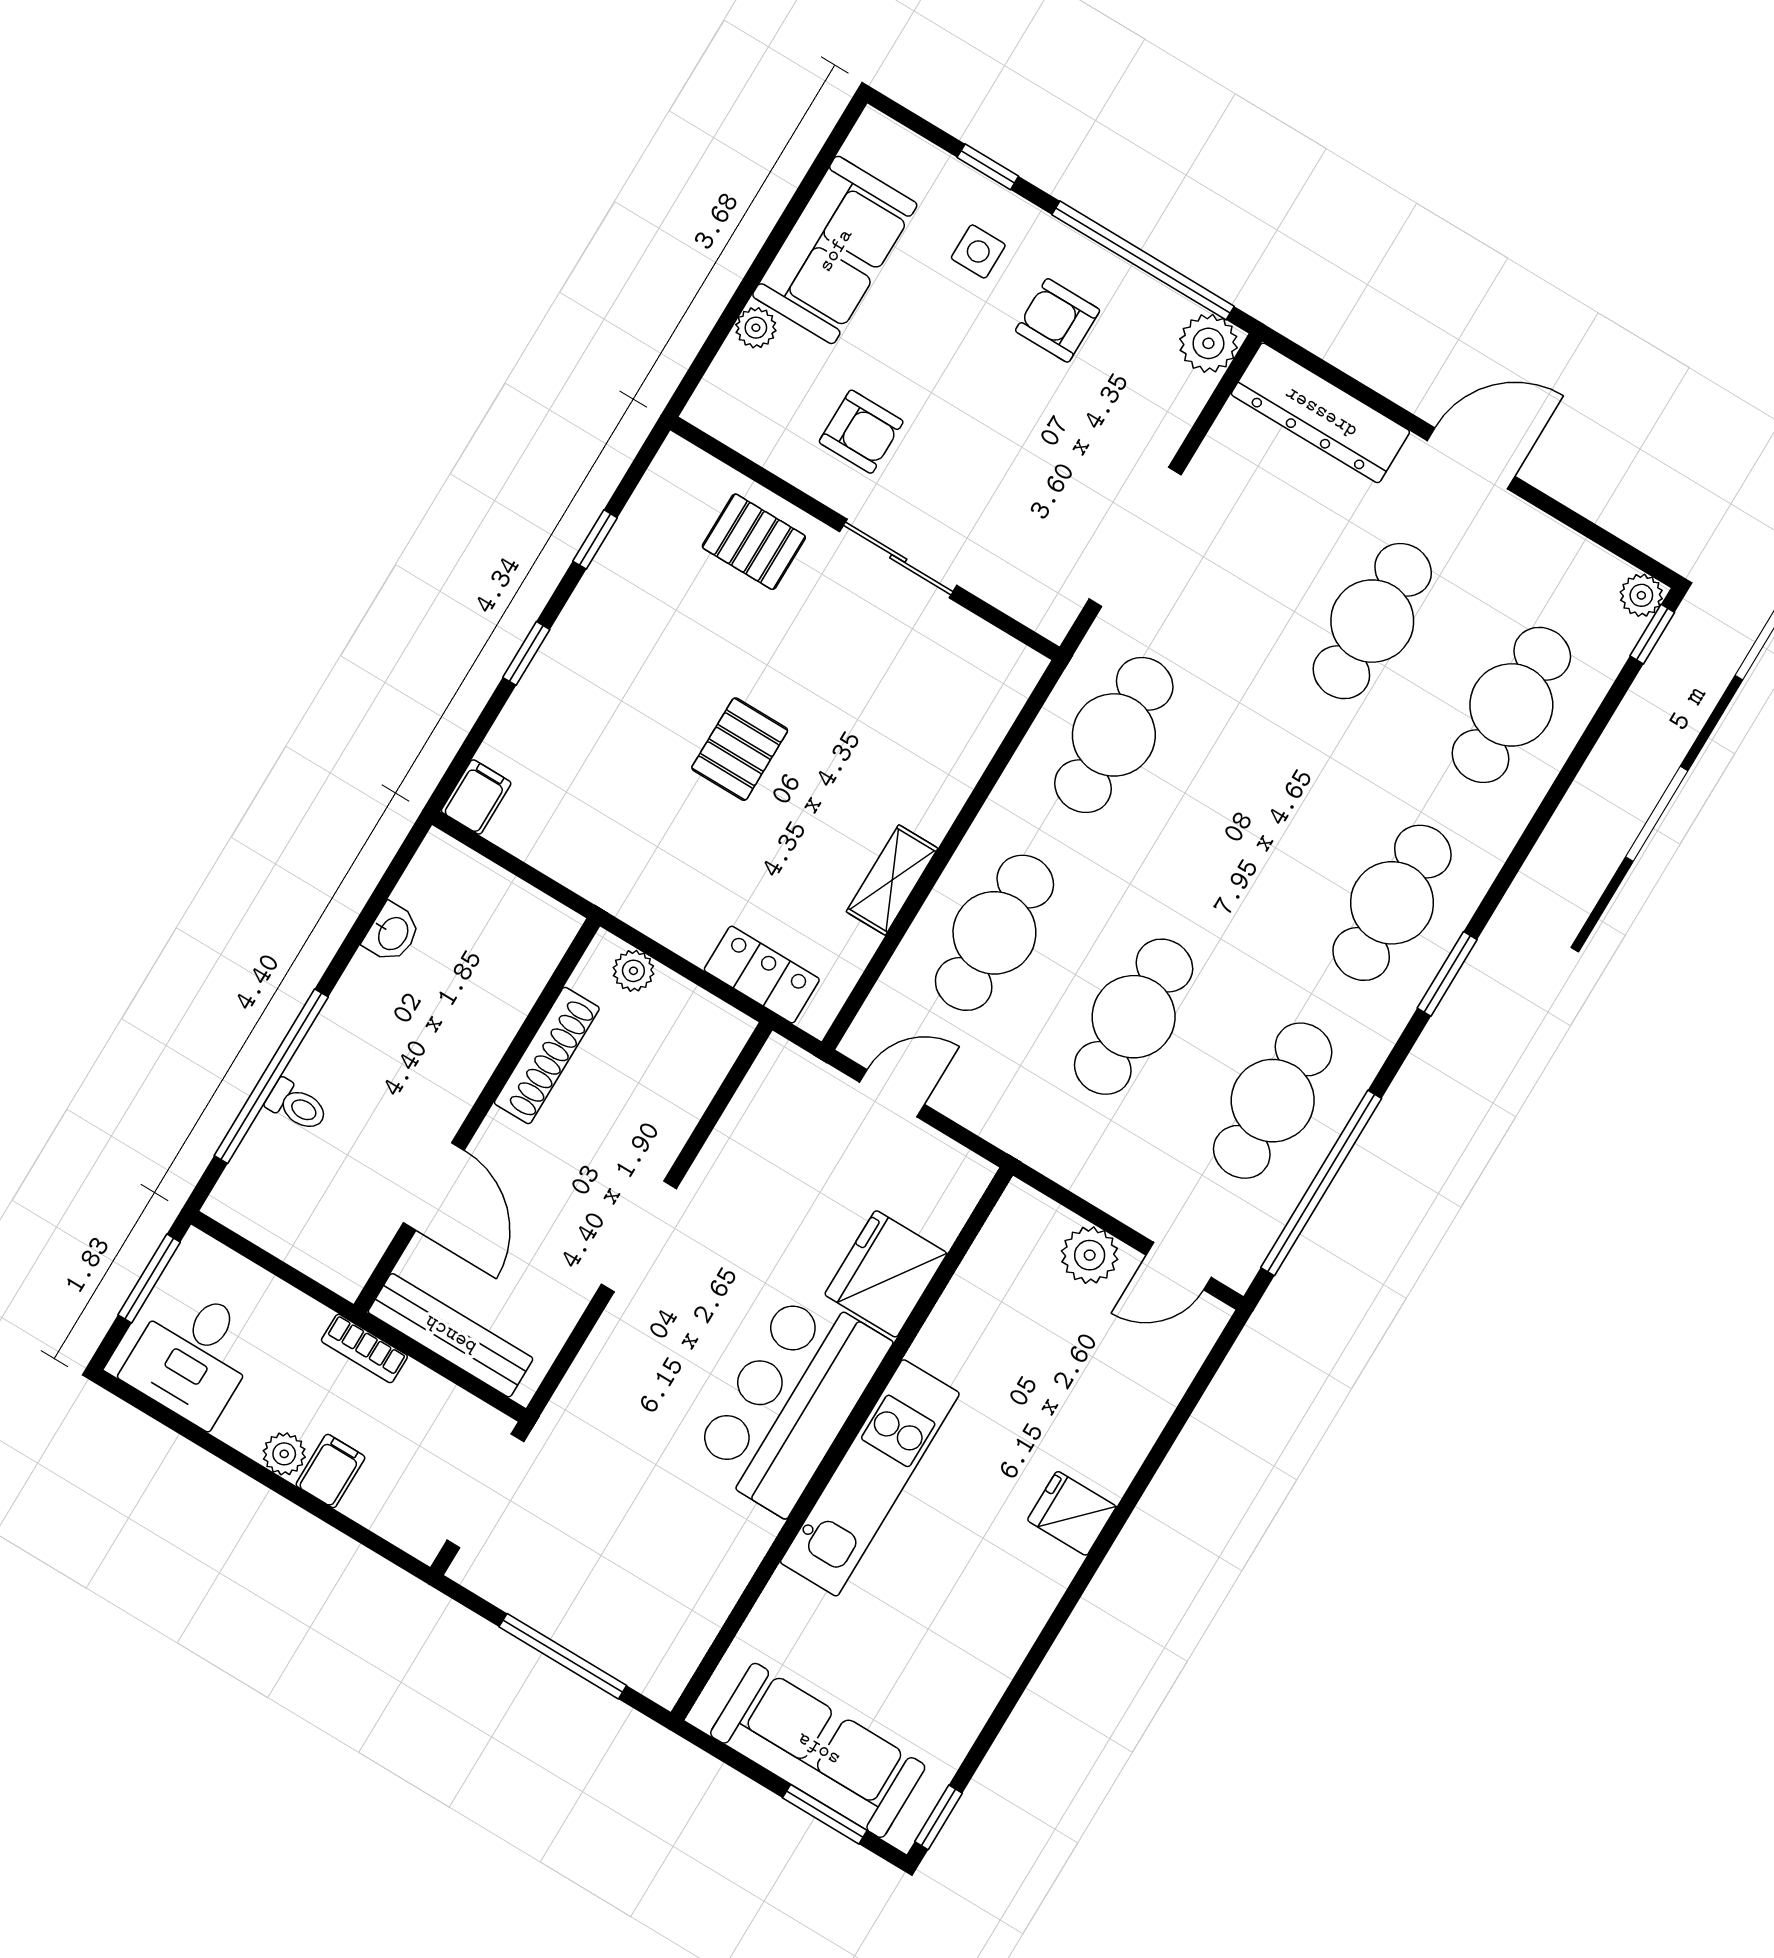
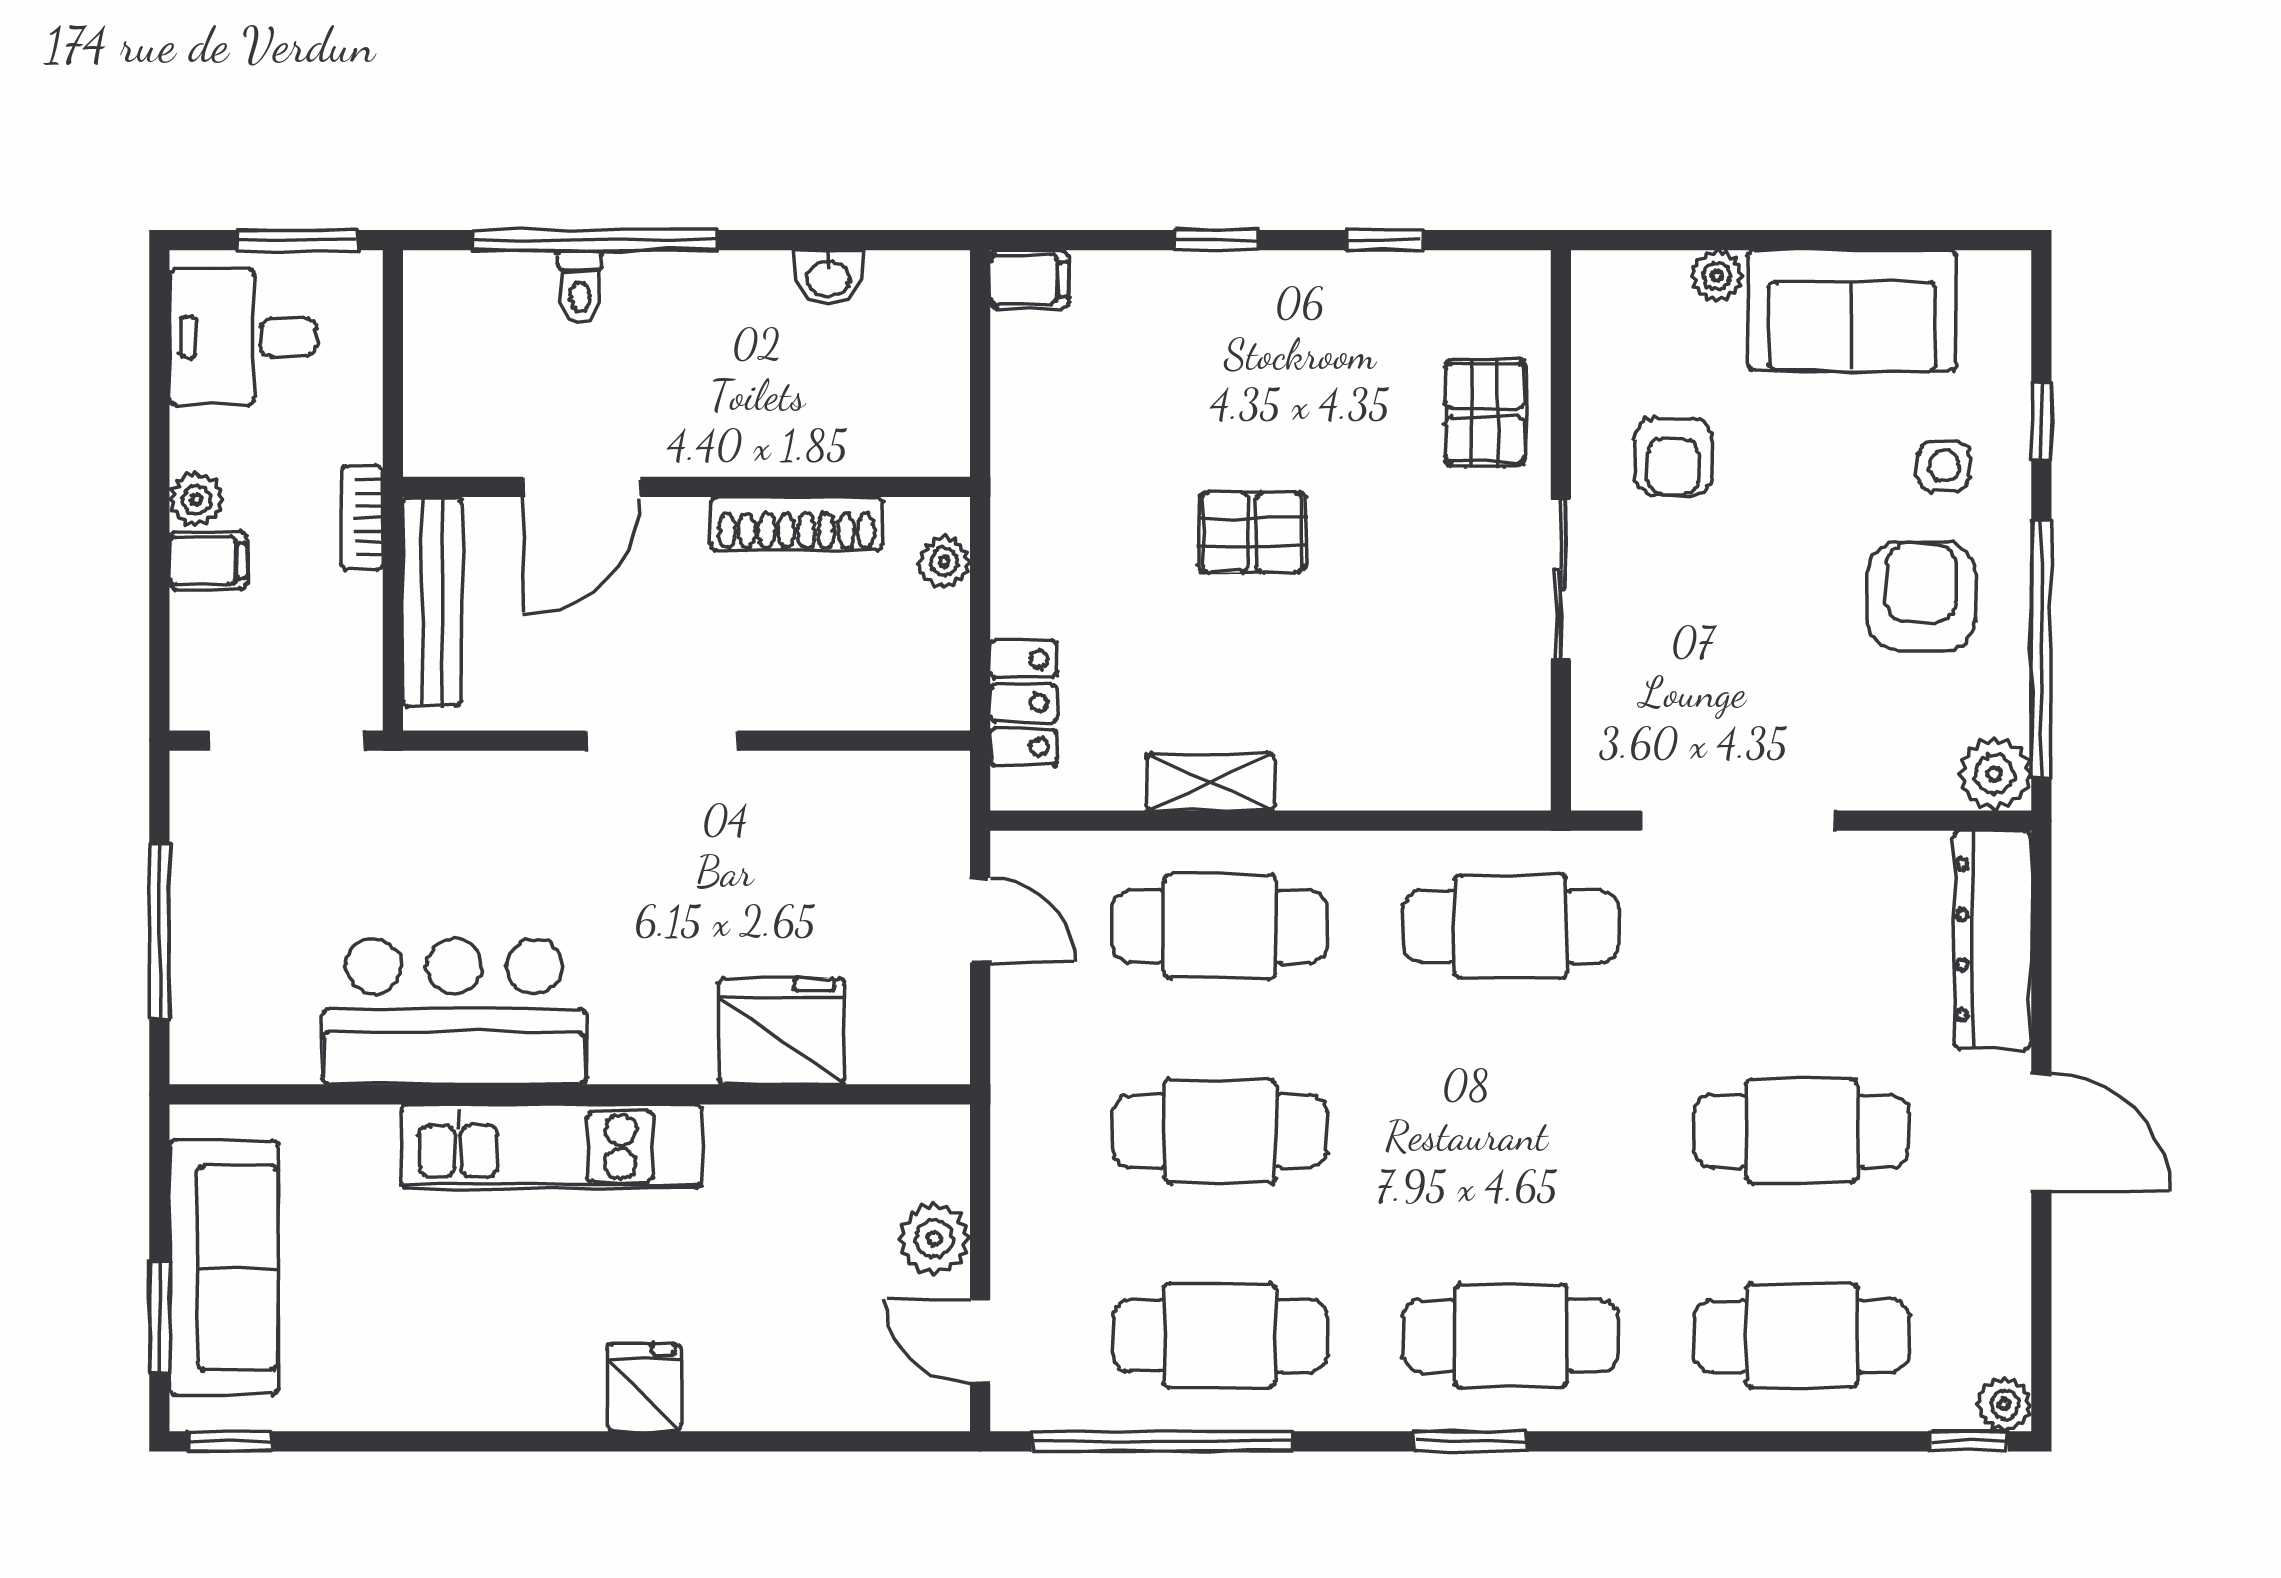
armchair: (1058, 320) -> (1921, 596), width x1.38, depth x1.38
bar counter: (791, 1401) -> (454, 1011), moved

